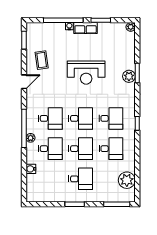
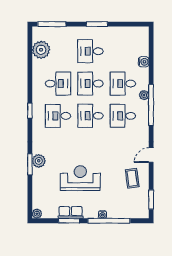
row of seats: (86, 28) -> (71, 212), moved
reception desk: (86, 73) -> (80, 178), moved
desk: (111, 149) -> (58, 84), turned 180

